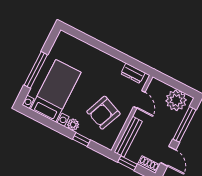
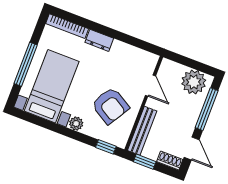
bookcase: (74, 42) -> (67, 26), added
dresser: (133, 73) -> (99, 40), moved
armchair: (103, 113) -> (110, 106), turned -81
window: (82, 140) -> (106, 147), moved

